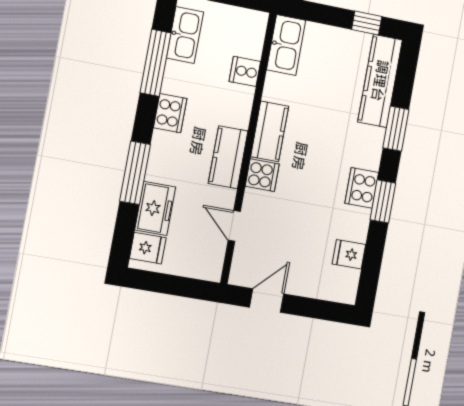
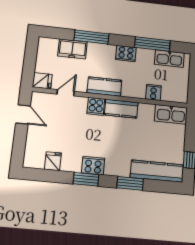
fridge: (148, 248) -> (42, 81), moved, turned -90

